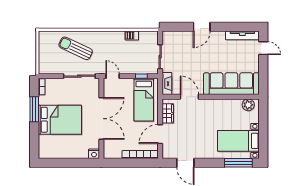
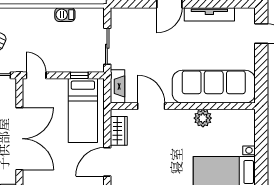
tv unit: (242, 35) -> (209, 14), moved
plant: (248, 105) -> (203, 118), moved

